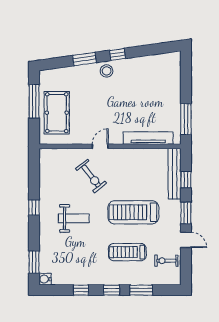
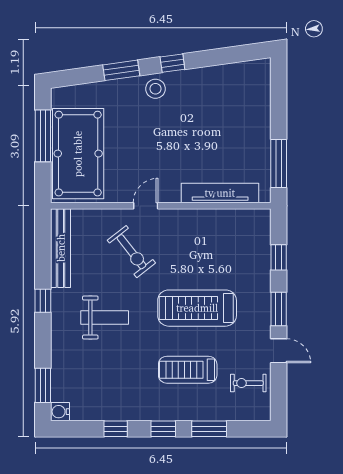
pool table: (57, 113) -> (78, 154), width x1.36, depth x1.32
bench: (175, 174) -> (61, 248), moved

